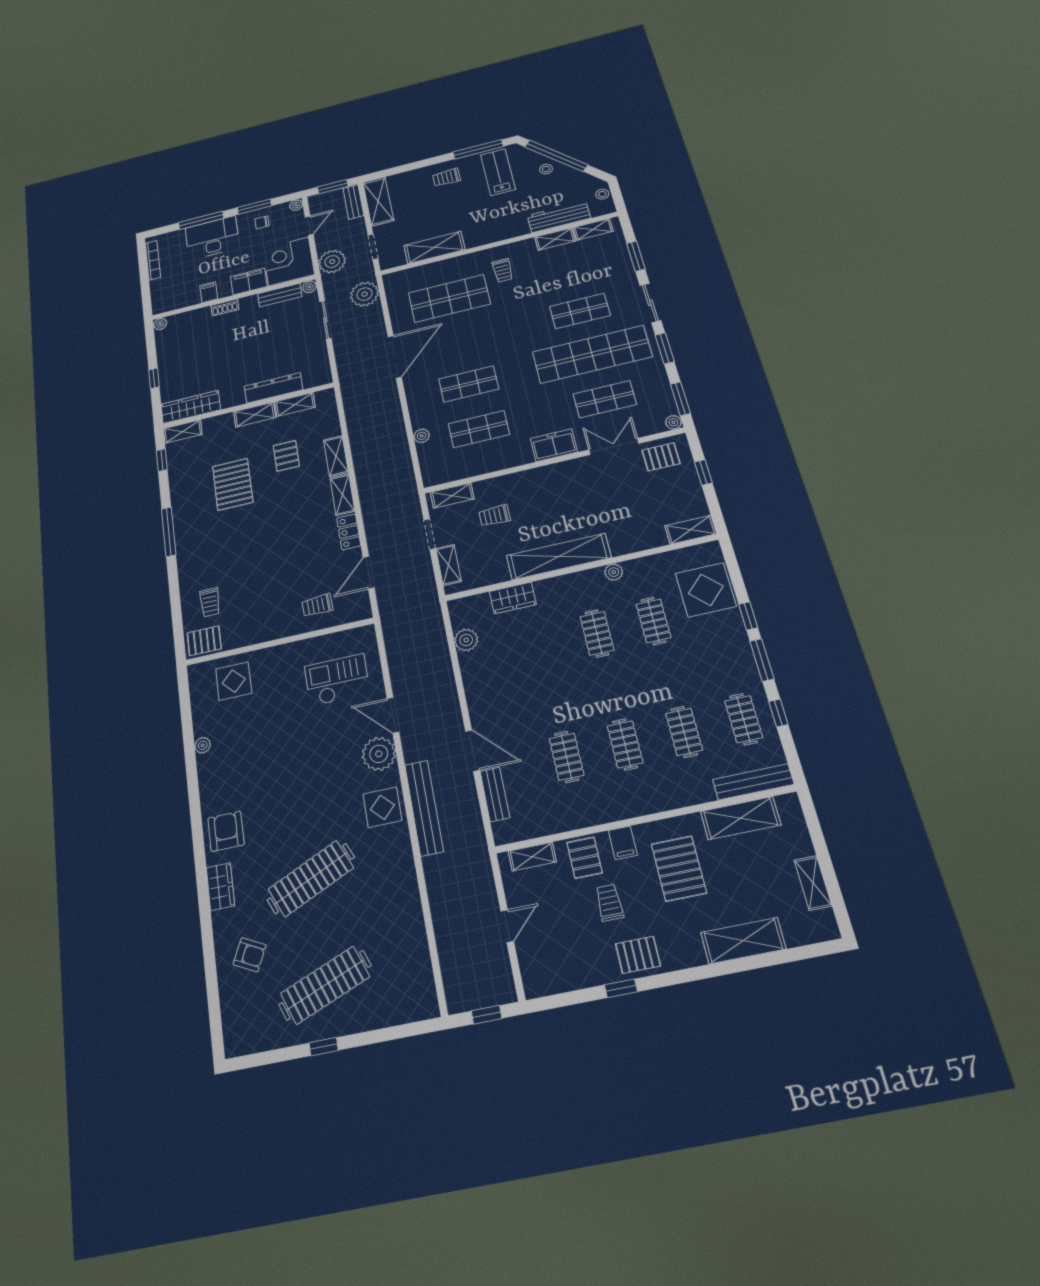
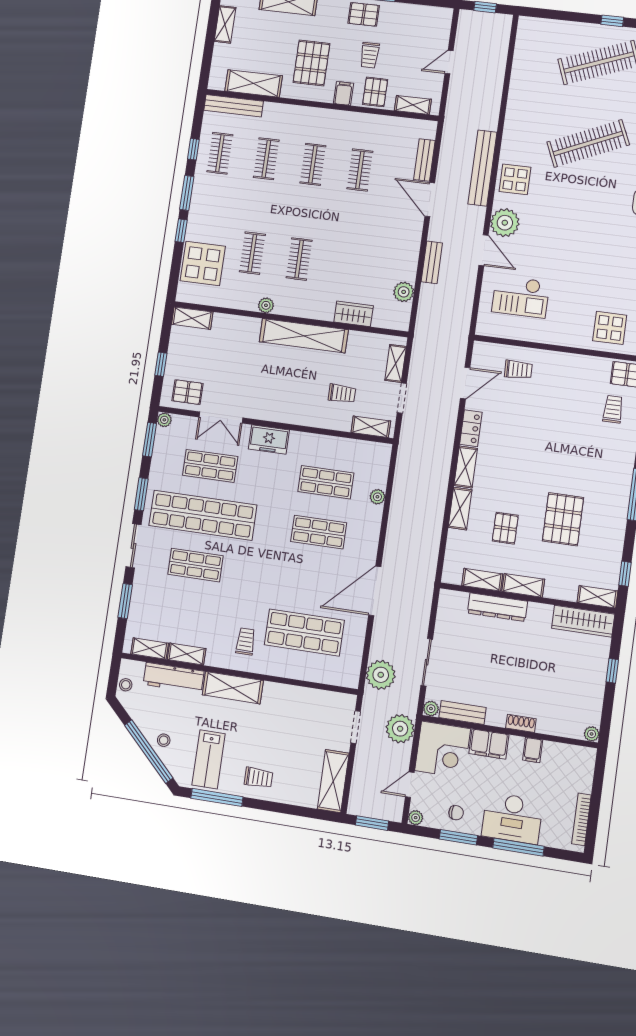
bench: (353, 202) -> (432, 262), moved
shelving: (434, 247) -> (233, 688), moved

